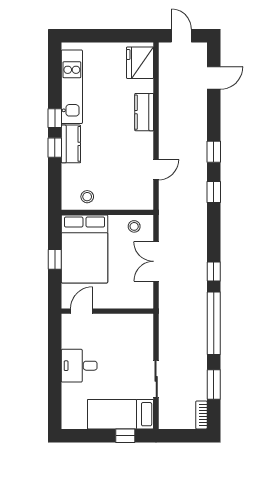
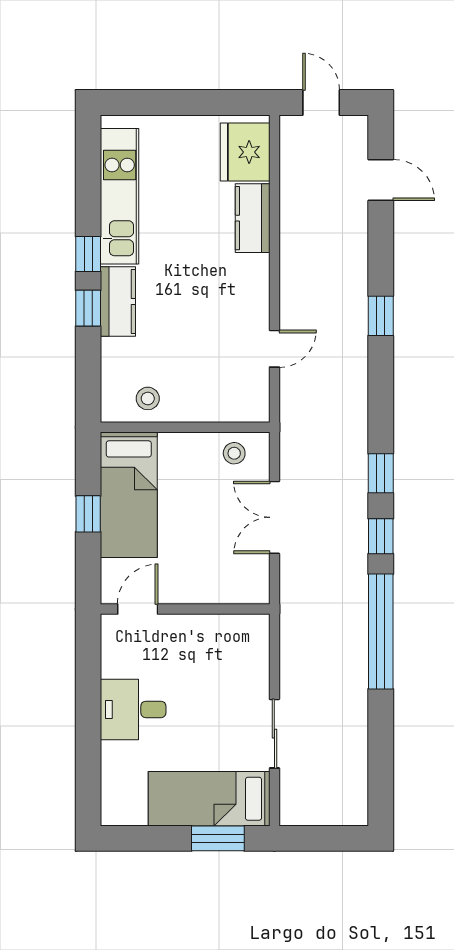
door: (214, 78) -> (381, 180), hinge flipped
kitchen counter: (144, 112) -> (253, 218), moved
window: (214, 192) -> (381, 473), moved
bed: (84, 249) -> (129, 495), width x0.67
window: (214, 385) -> (381, 744), removed
bookcase: (201, 415) -> (358, 800), removed
window: (125, 436) -> (218, 838), width x1.50

